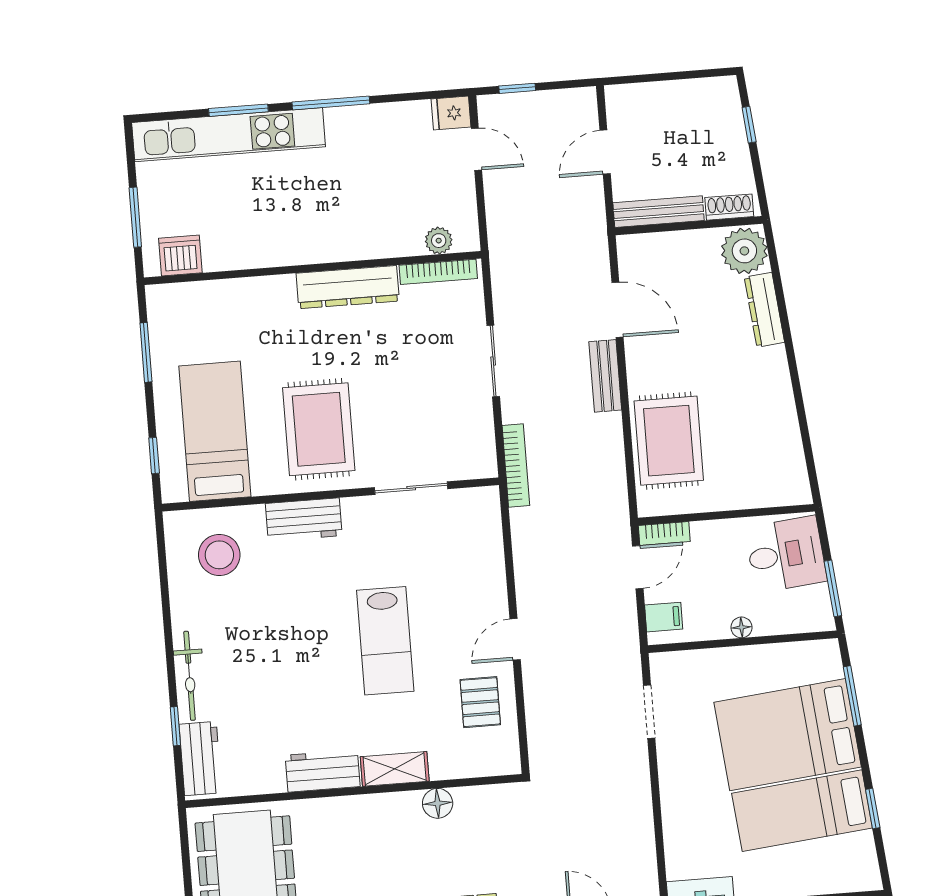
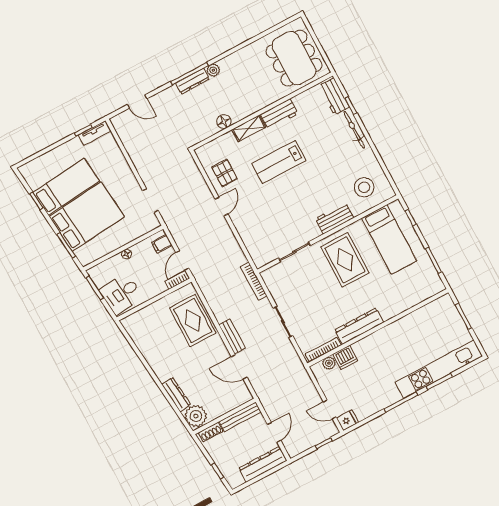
dresser: (655, 99) -> (263, 464), added
dishwasher: (180, 255) -> (345, 357), moved
lab bench: (385, 641) -> (279, 162), moved, turned -90

